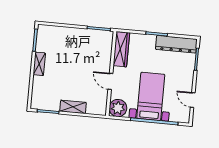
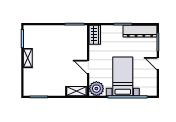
wardrobe: (121, 49) -> (95, 35), width x0.67
door: (193, 100) -> (158, 64), moved
shelving: (73, 107) -> (76, 91), moved

